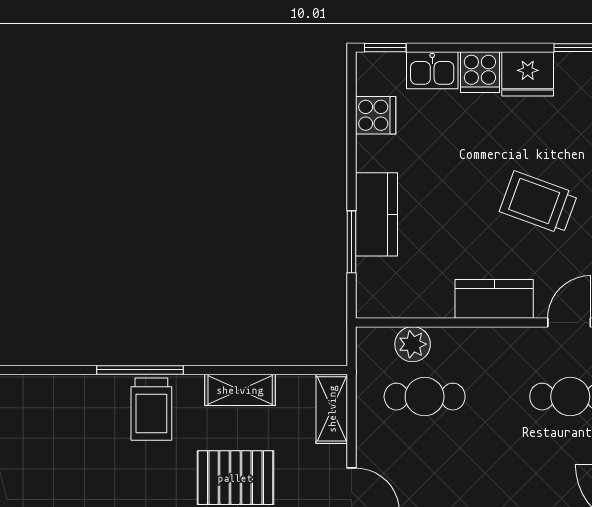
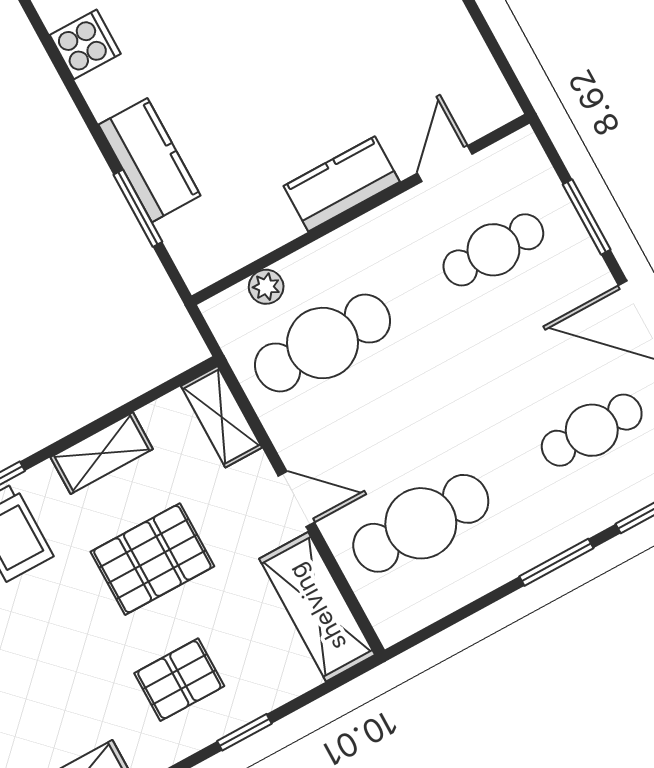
trolley: (539, 203) -> (332, 43), removed
plant: (413, 344) -> (266, 287), width x0.73, depth x0.73
cafe table: (425, 397) -> (323, 343), width x1.37, depth x1.35

